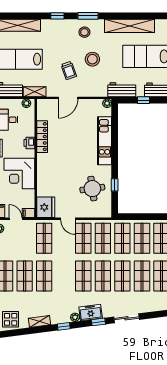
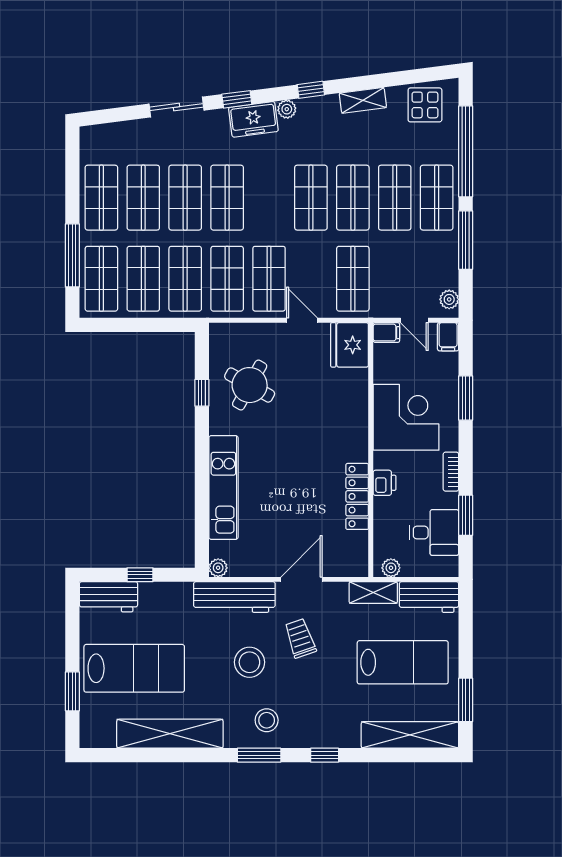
workbench: (122, 90) -> (234, 597), moved, width x1.38
round table: (92, 189) -> (250, 385), turned 37
shop shelf: (83, 276) -> (311, 198), moved

